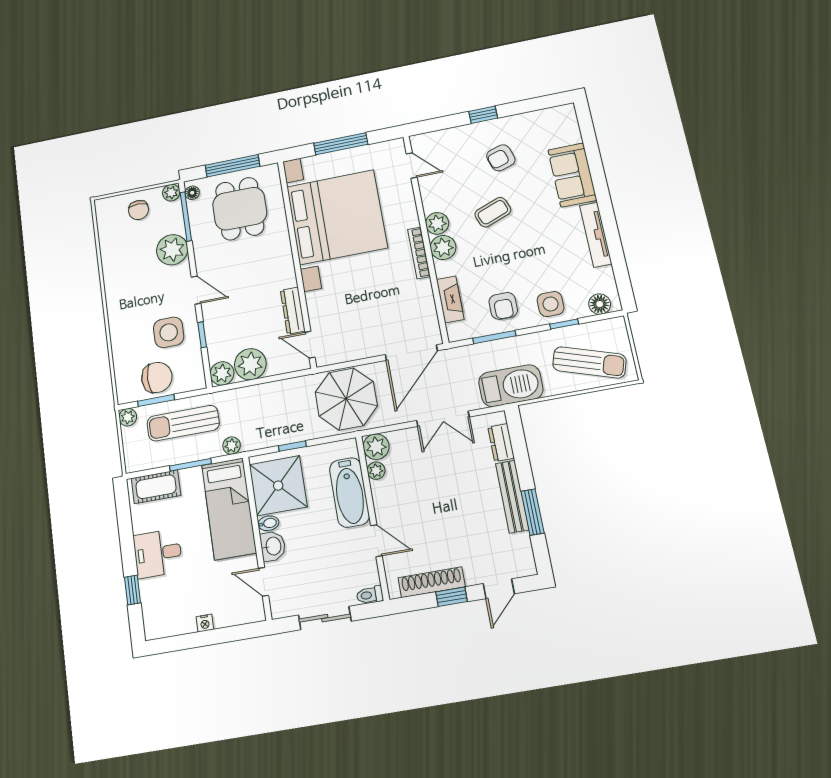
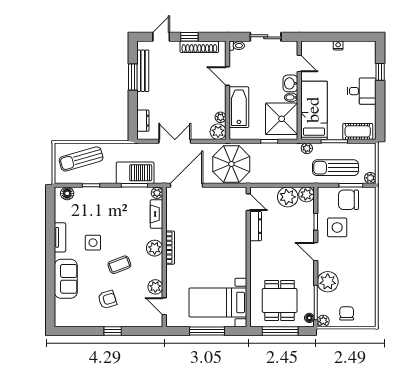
bed with nightstands: (337, 217) -> (218, 302), width x0.54
plant: (437, 223) -> (155, 287), moved
tv unit: (596, 235) -> (60, 237), width x0.71
side table: (551, 304) -> (93, 243), moved
armchair: (503, 306) -> (125, 204), removed
plant: (456, 332) -> (157, 193), added
sun lounger: (589, 362) -> (81, 159), turned -34
barbecue: (511, 386) -> (135, 173), moved, turned 180
sun lounger: (183, 423) -> (335, 168), turned 180
bench: (512, 497) -> (143, 71), moved

